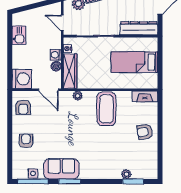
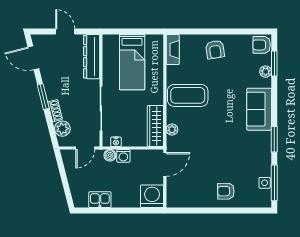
boiler: (56, 66) -> (110, 155), moved
wardrobe: (70, 71) -> (155, 126), moved, turned -90
armchair: (23, 107) -> (262, 45), moved, turned 180
sofa: (61, 169) -> (259, 109), moved

